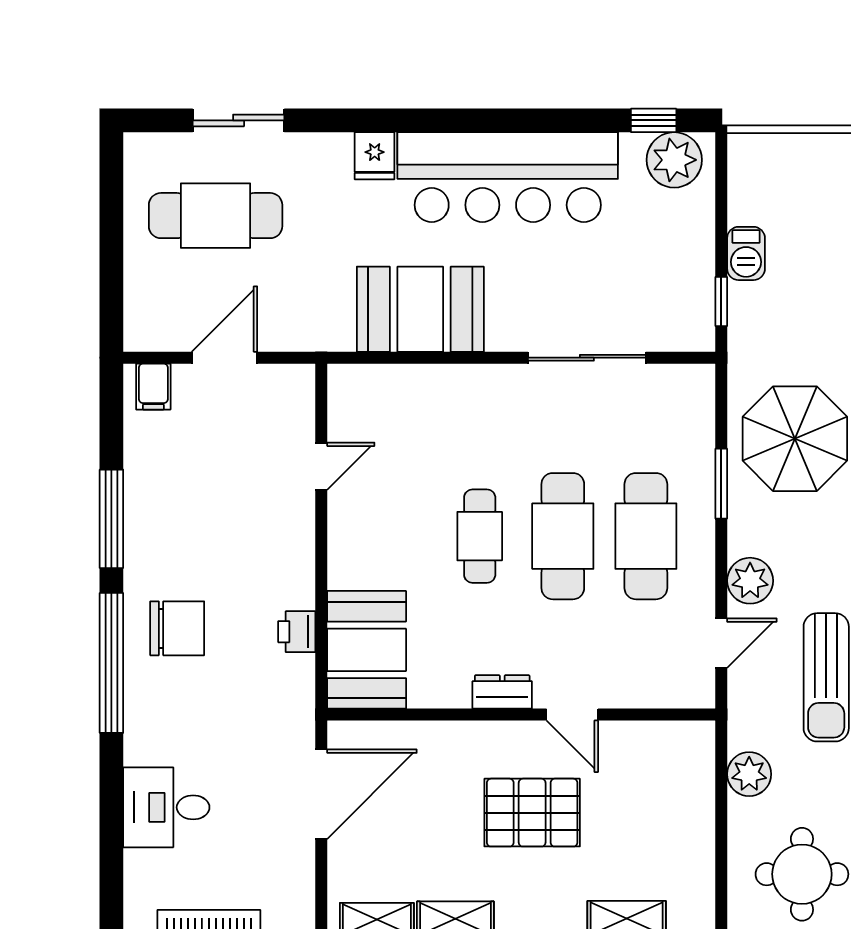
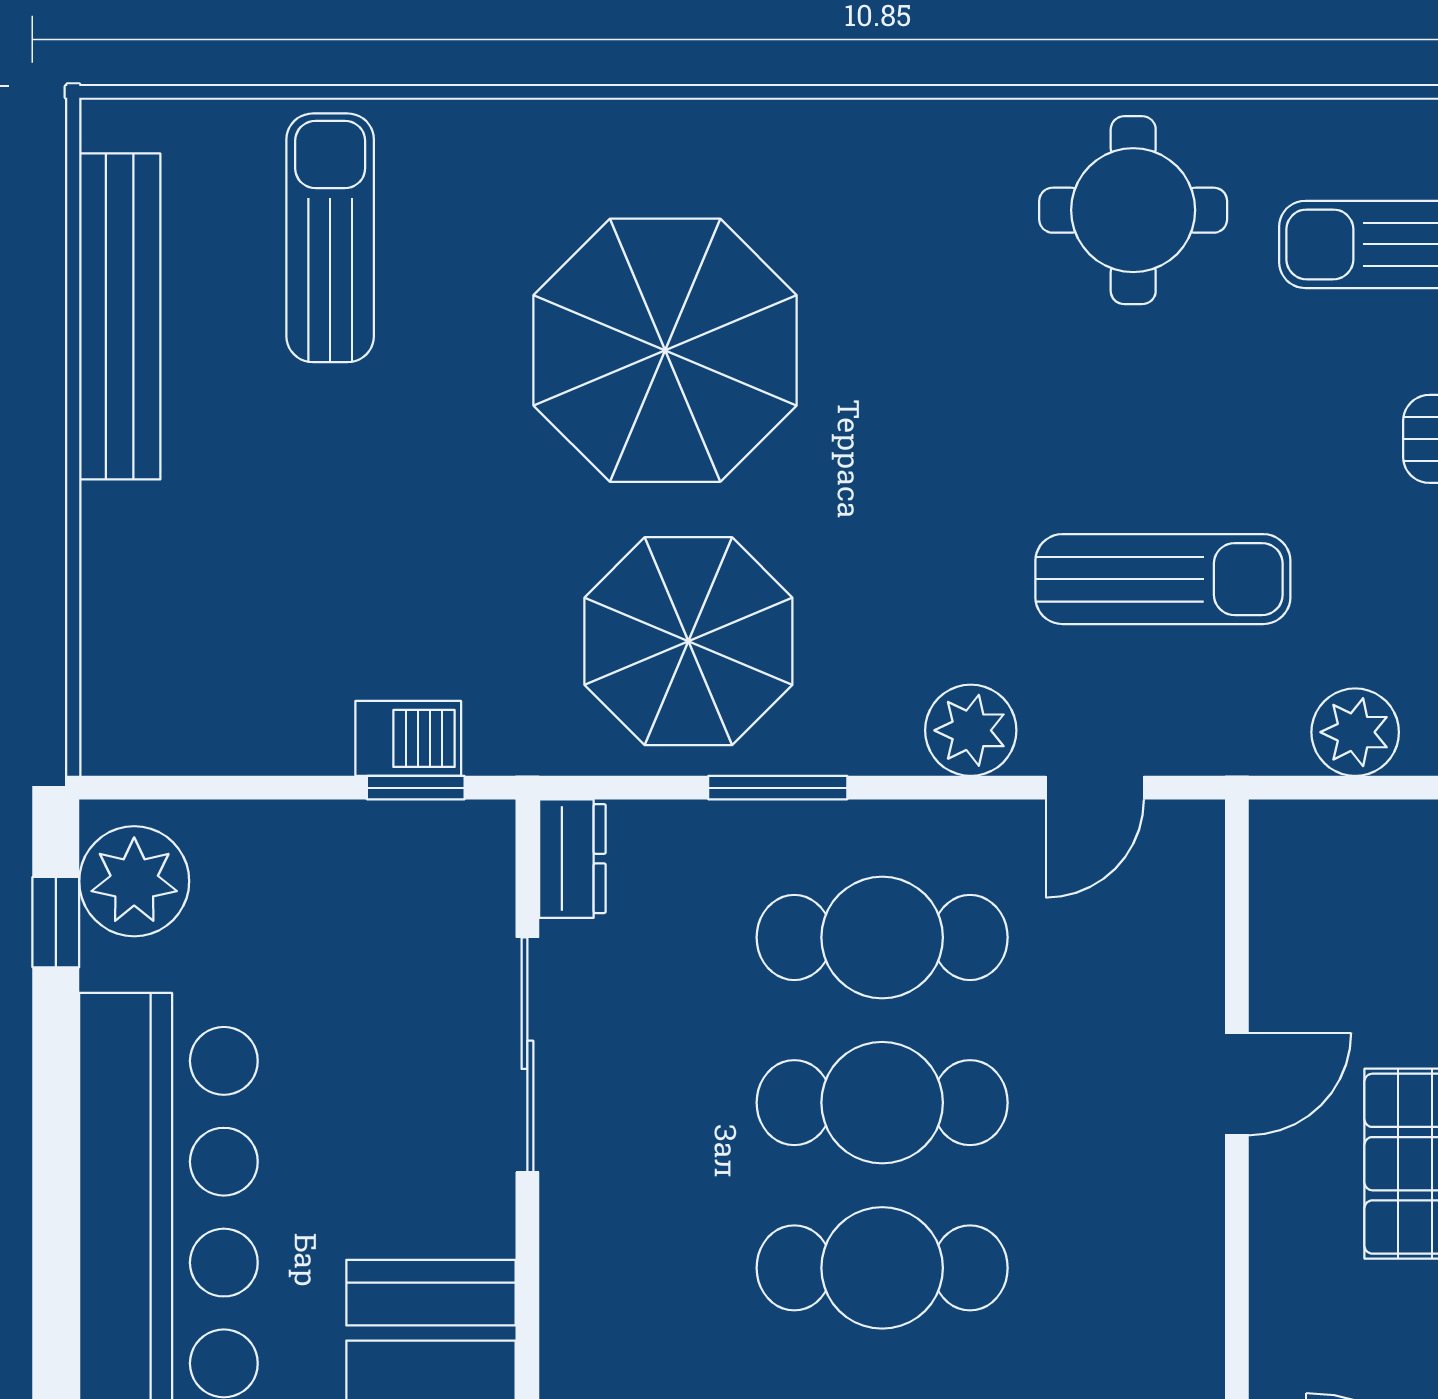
barbecue: (746, 253) -> (408, 738), moved
cafe table: (480, 536) -> (882, 1268), width x1.37, depth x1.35
door: (721, 643) -> (1095, 788), swing flipped
dresser: (502, 692) -> (572, 859), moved, turned 180

